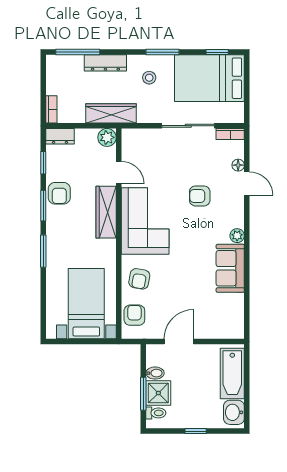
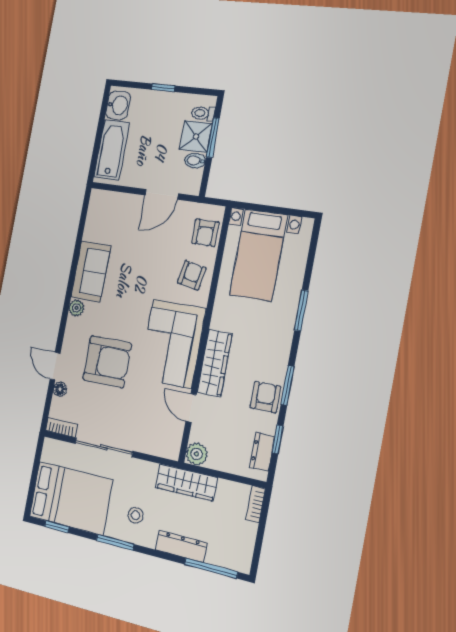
dresser: (60, 136) -> (262, 452), moved, turned -90
armchair: (200, 196) -> (107, 362), width x1.88, depth x1.88
window: (43, 251) -> (301, 310), moved

